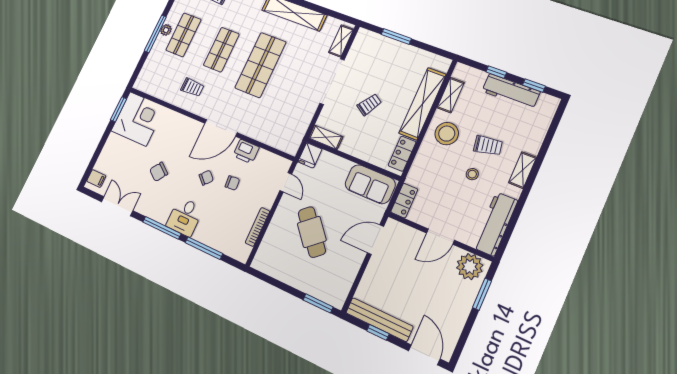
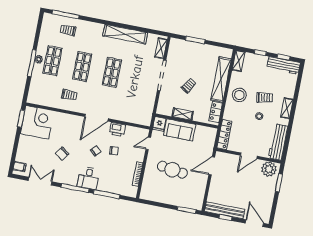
shop shelf: (260, 65) -> (112, 72), width x0.70, depth x0.74
workbench: (511, 91) -> (284, 65), moved
shelving: (451, 95) -> (239, 61), moved
shelving: (326, 137) -> (183, 114), moved
door: (286, 182) -> (148, 143), swing flipped
sofa: (370, 184) -> (180, 130), moved
locker: (404, 201) -> (224, 135), width x1.53
cafe table: (312, 232) -> (172, 170), turned -41

